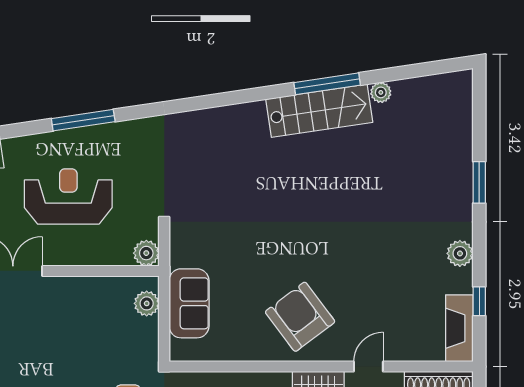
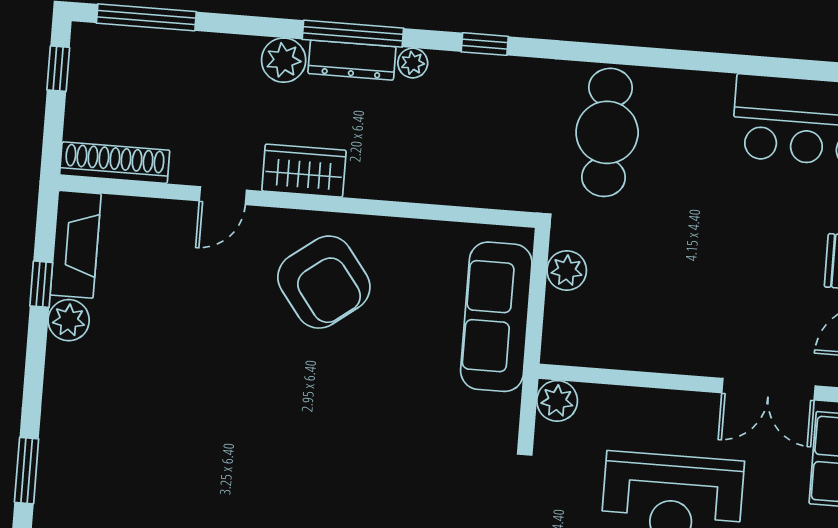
plant: (460, 253) -> (69, 320), moved
plant: (147, 303) -> (567, 270), moved
sofa: (189, 303) -> (496, 317), width x1.36

